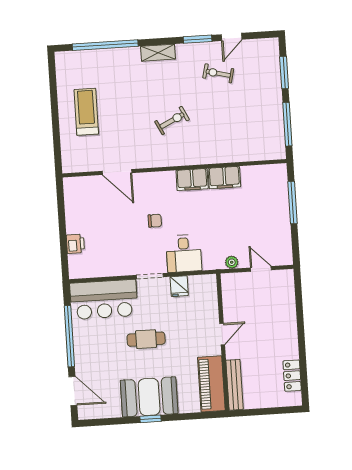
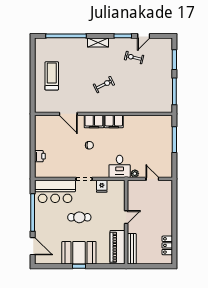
filing cabinet: (224, 178) -> (94, 122), moved
desk: (184, 253) -> (120, 166), moved

